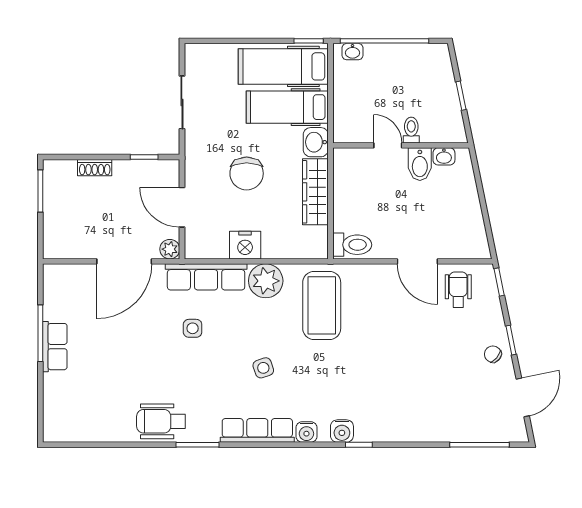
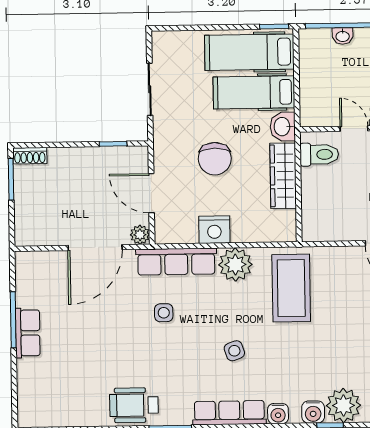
washbasin: (352, 52) -> (343, 36), moved
shoe rack: (95, 168) -> (30, 156), moved
toilet: (352, 245) -> (319, 154), moved
plant: (373, 425) -> (343, 405), added

